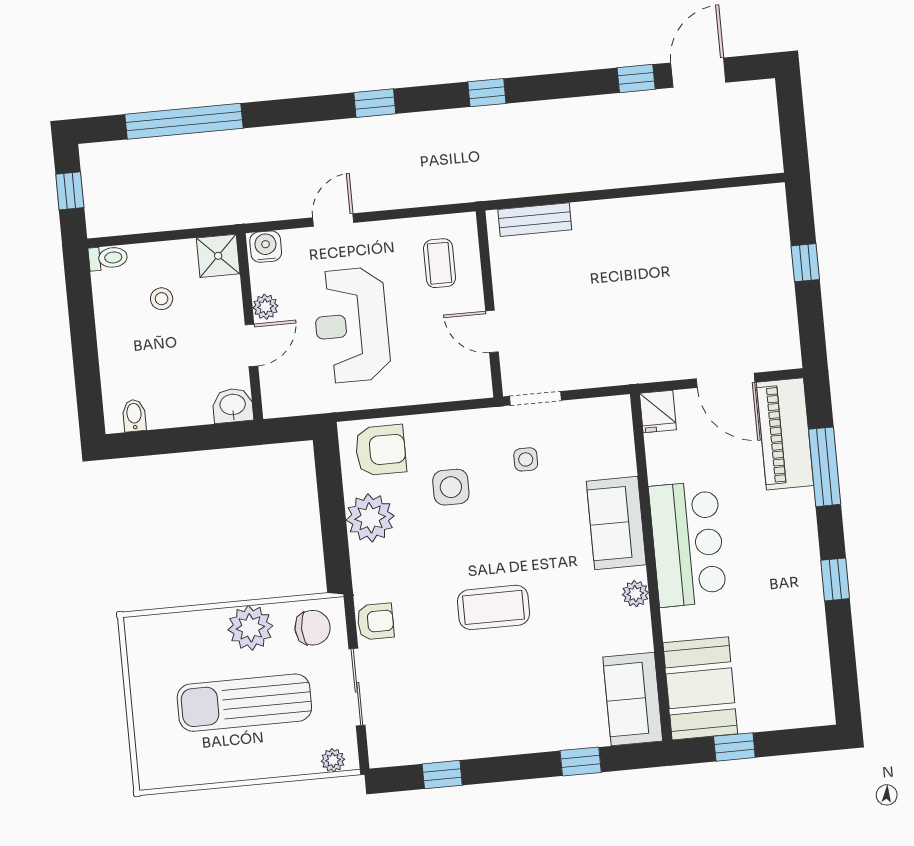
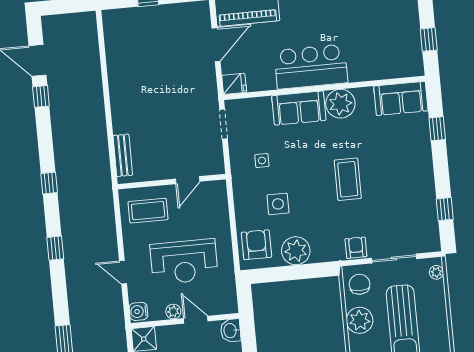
coffee table: (439, 263) -> (148, 211), width x1.36, depth x1.30
doorway: (535, 398) -> (224, 124), moved
plant: (635, 594) -> (340, 104), width x1.87, depth x1.87
booth: (700, 688) -> (395, 59), removed

